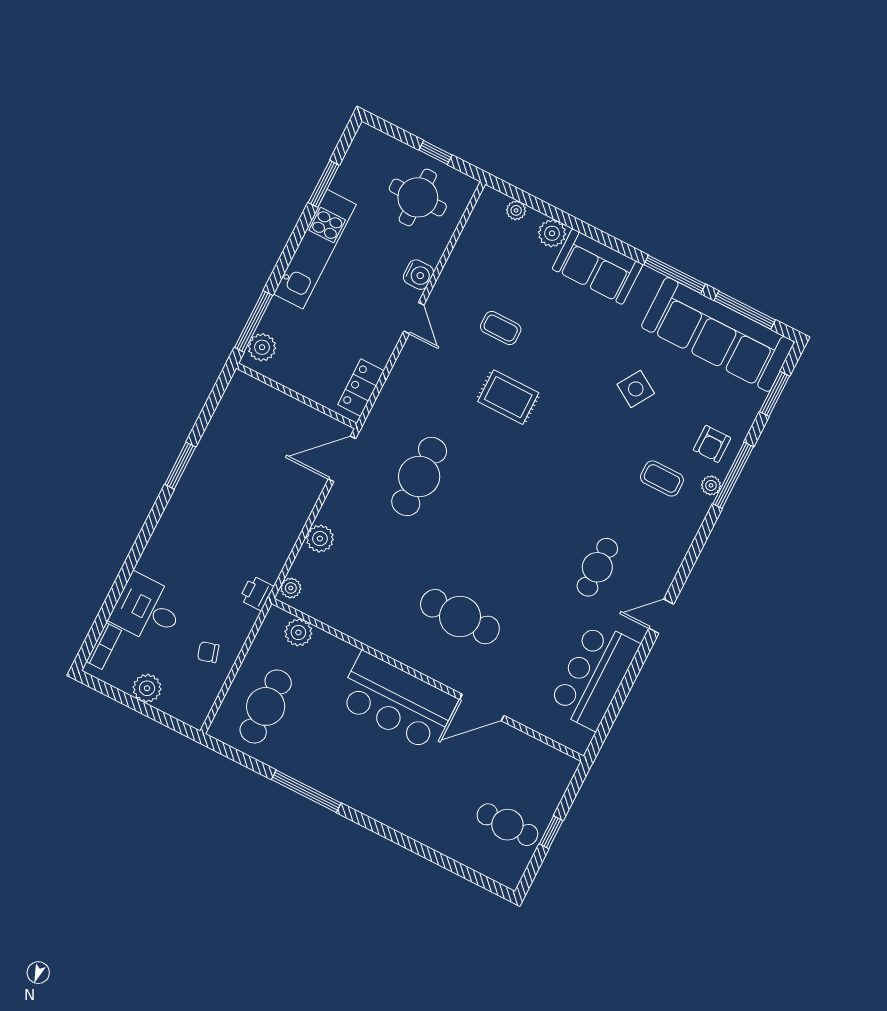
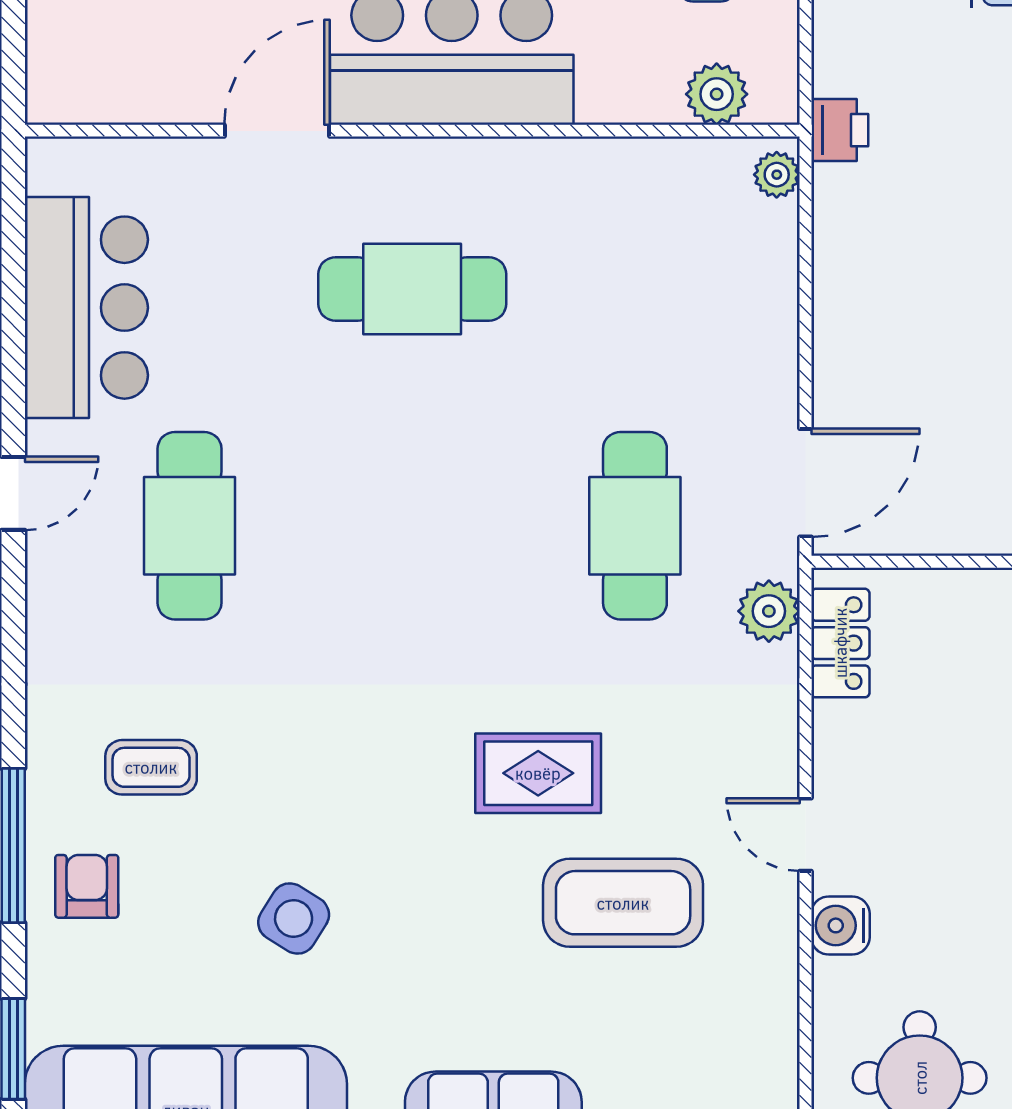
coffee table: (501, 328) -> (623, 903), width x1.86, depth x1.72
plant: (711, 485) -> (47, 803), removed
plant: (320, 539) -> (769, 611), moved
cafe table: (597, 567) -> (190, 526), width x1.37, depth x1.35

